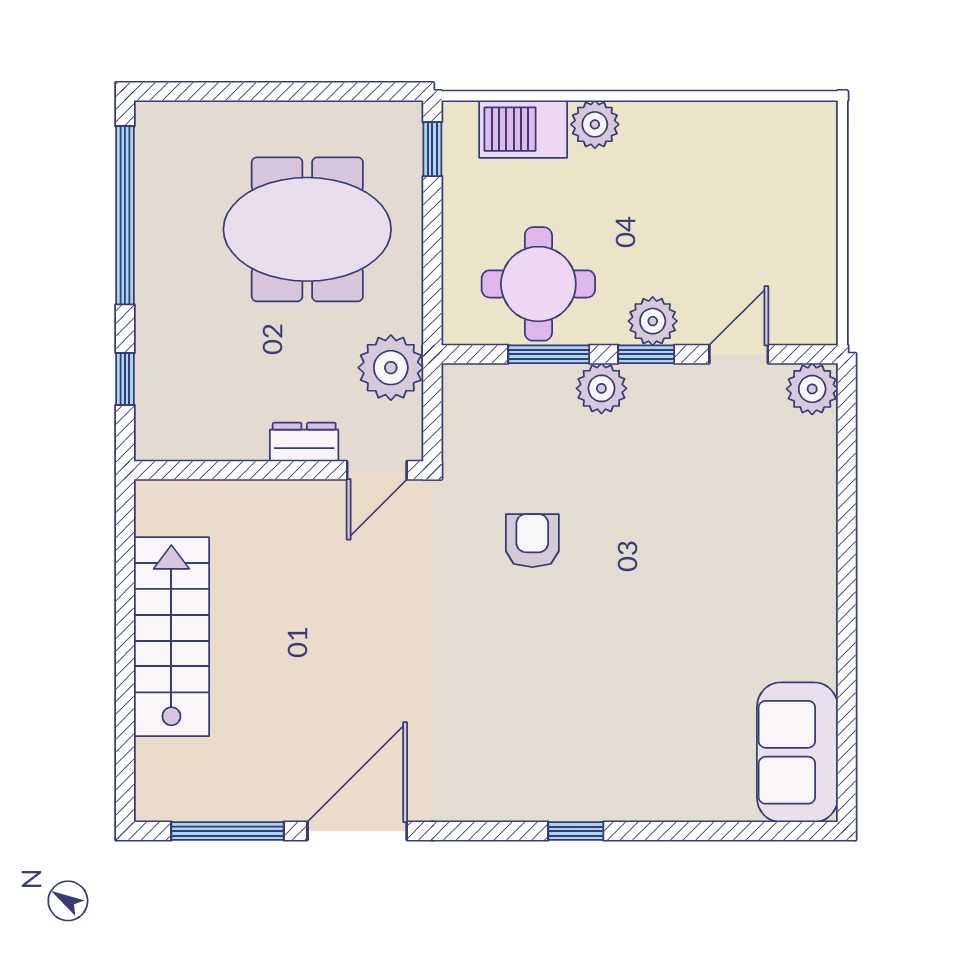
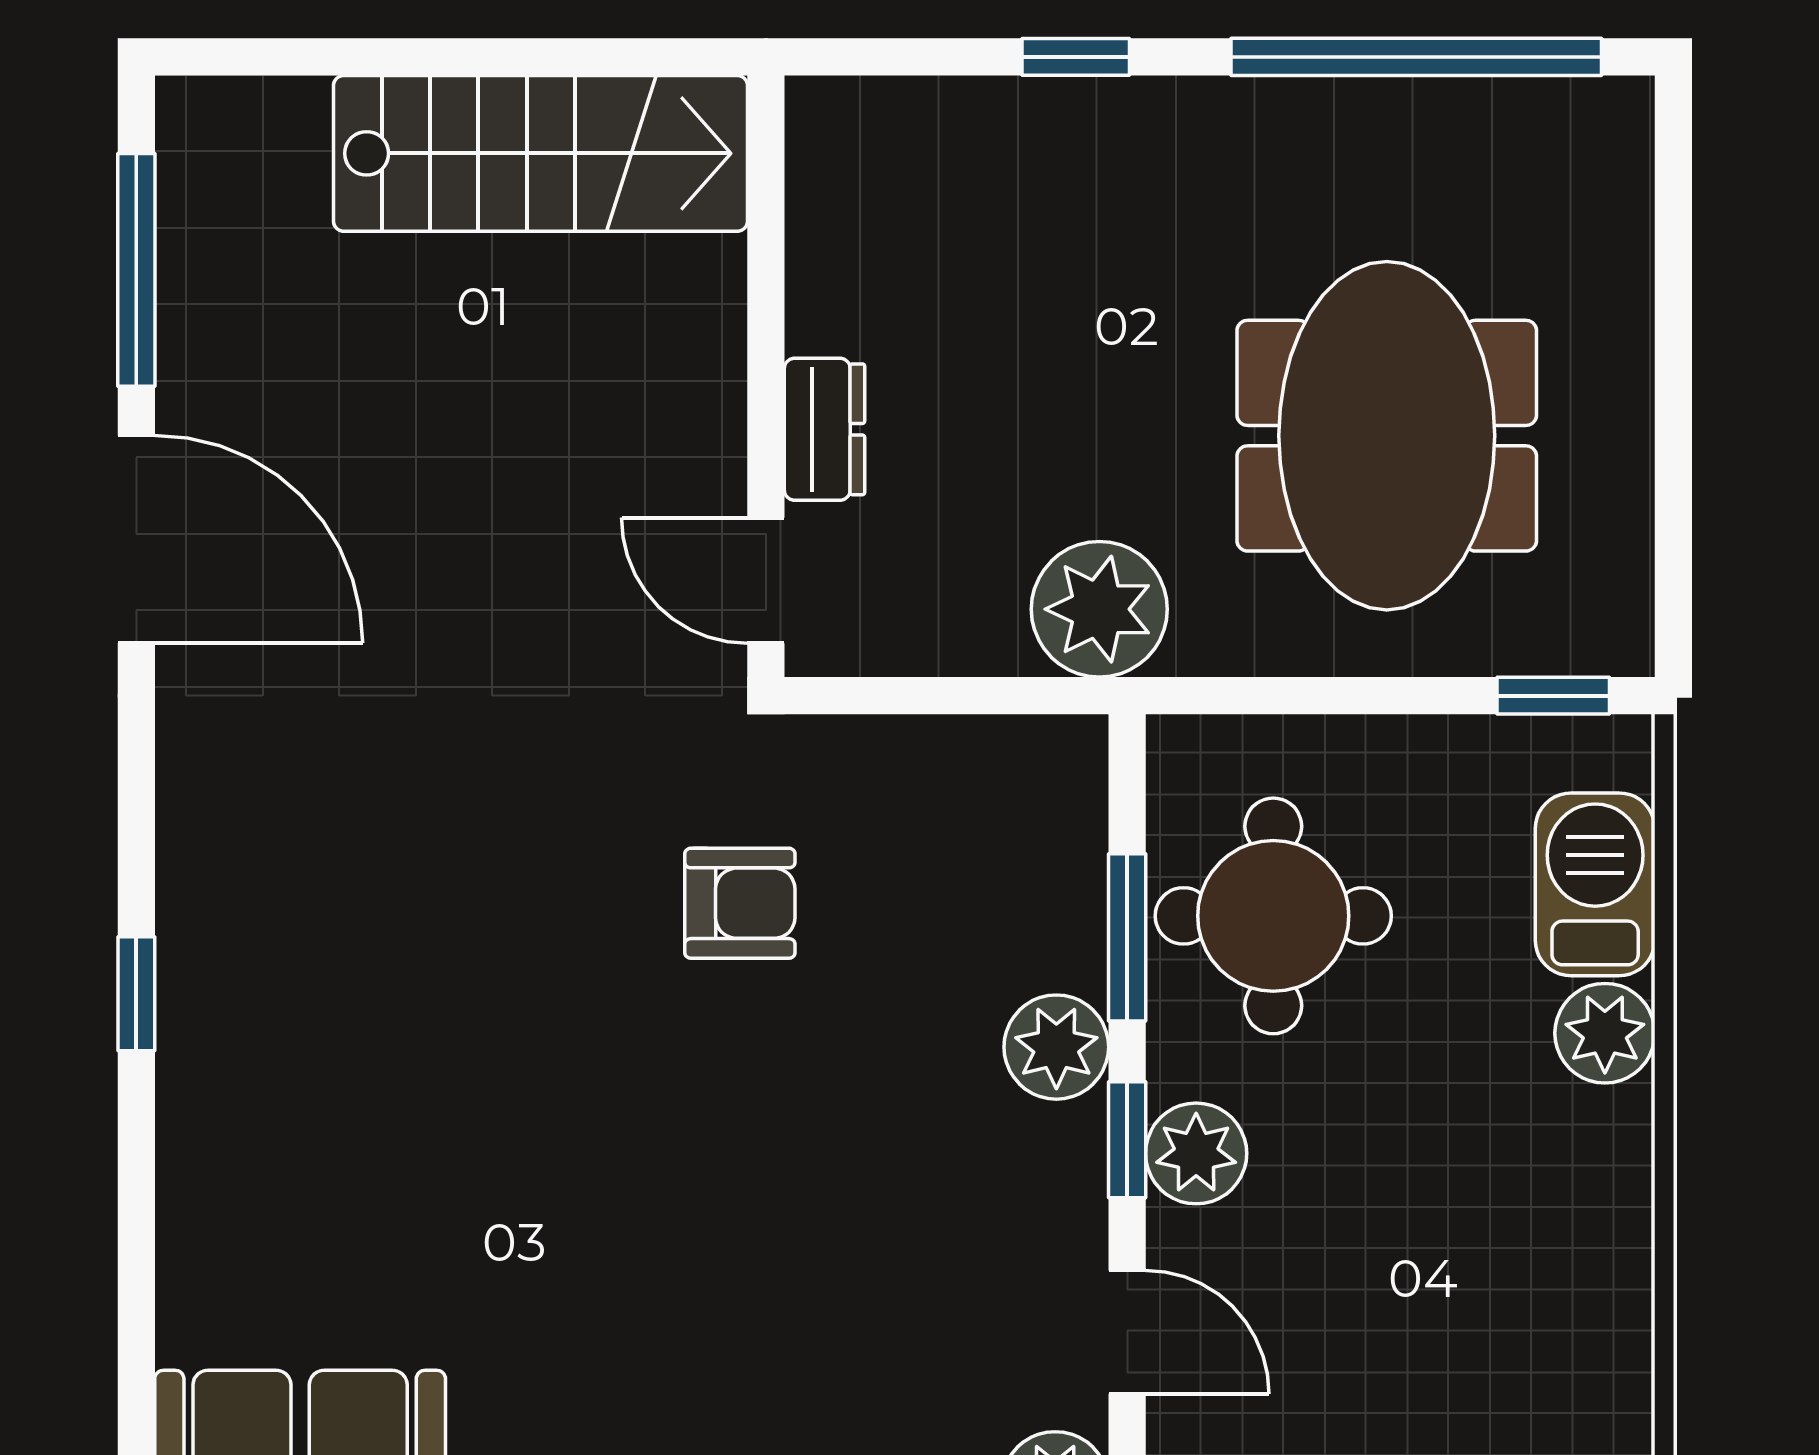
dresser: (304, 442) -> (824, 429), moved
wall: (279, 470) -> (766, 376), moved
door: (377, 470) -> (766, 580), moved

